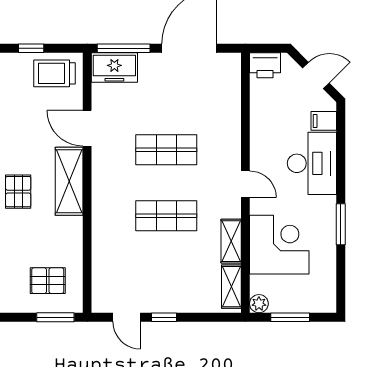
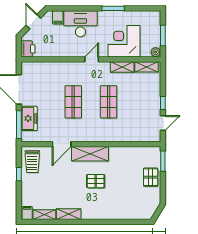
freezer: (114, 68) -> (29, 118), moved
pallet: (48, 281) -> (151, 177), moved

